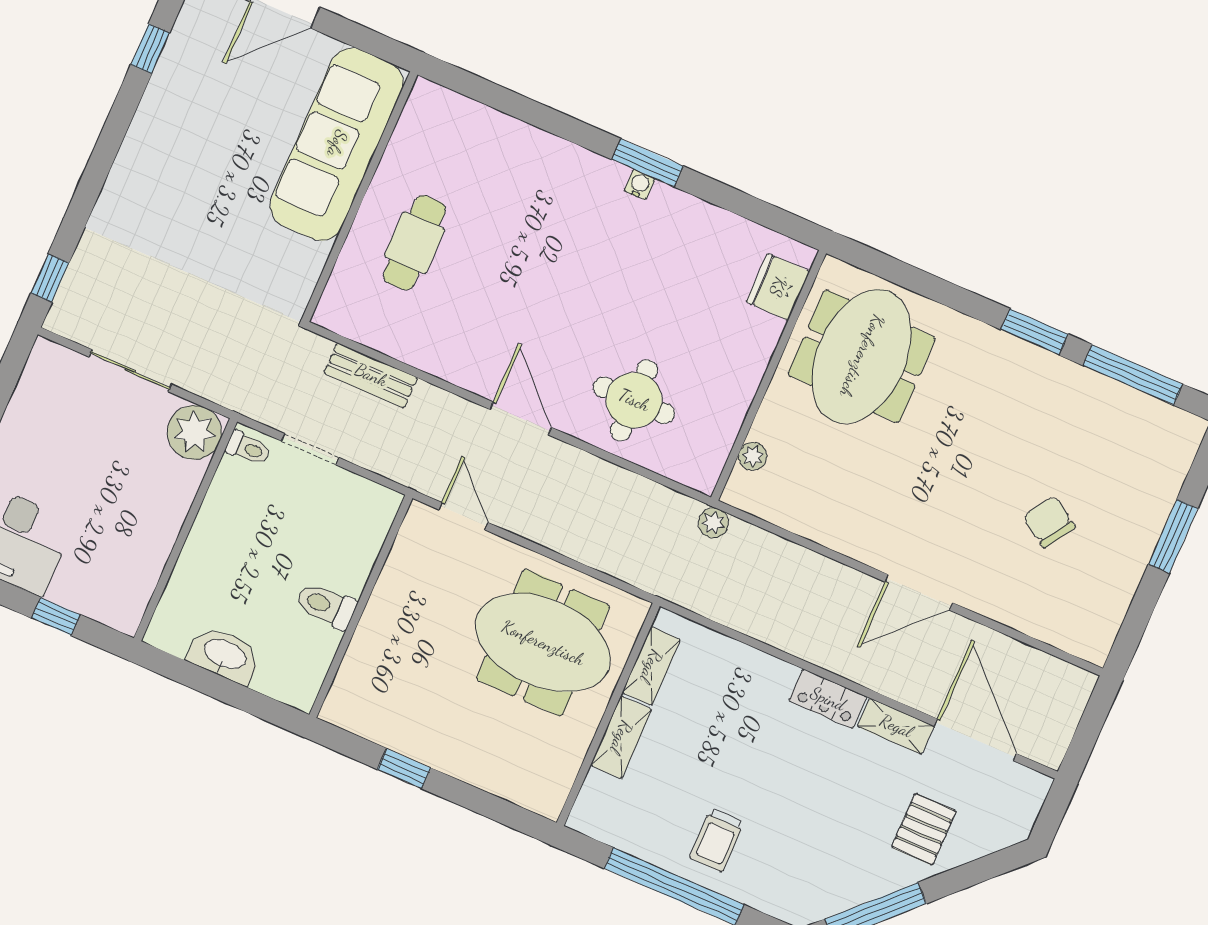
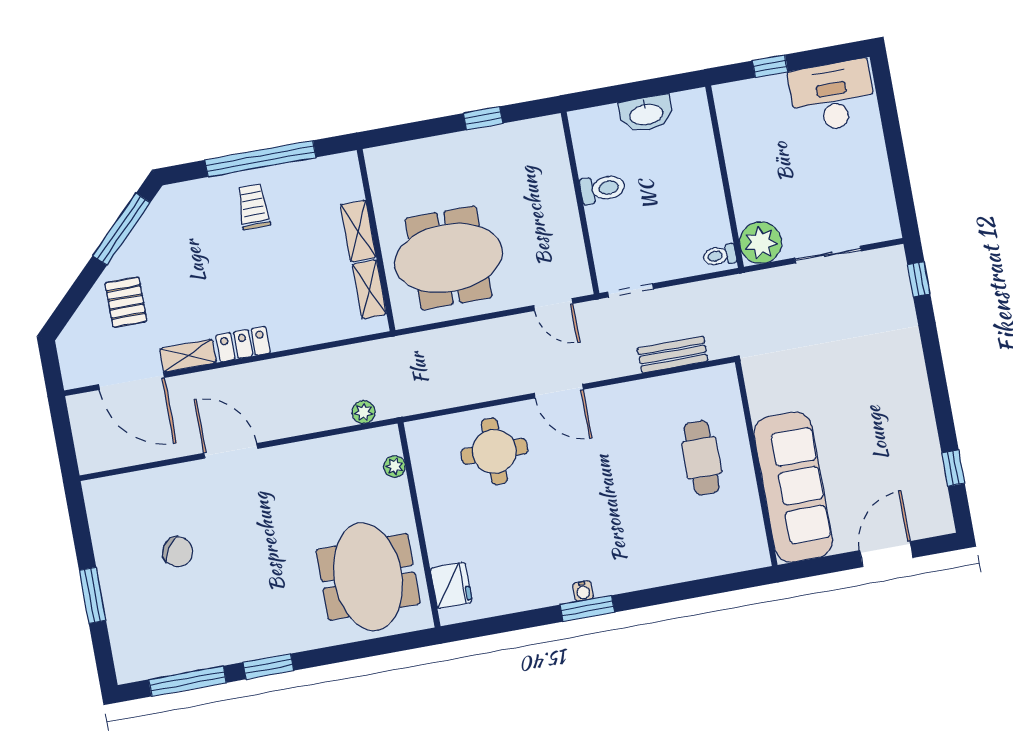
doorway: (310, 449) -> (630, 290), moved
plant: (713, 523) -> (364, 412), moved
door: (919, 592) -> (231, 451), hinge flipped

